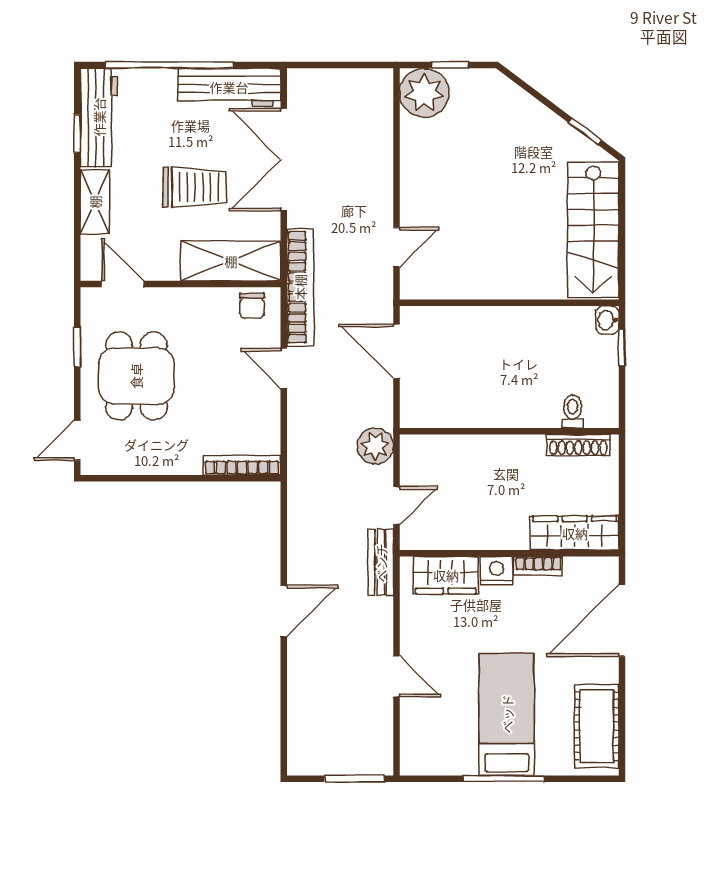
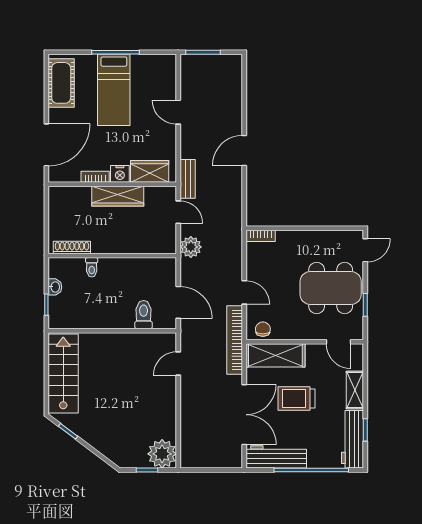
washbasin: (607, 320) -> (55, 287), moved
toilet: (456, 330) -> (144, 315), added
dining table: (136, 376) -> (331, 288), width x1.38
toilet: (573, 411) -> (92, 267), moved
bookcase: (242, 465) -> (261, 236), width x0.64
door: (397, 506) -> (178, 212), swing flipped
wardrobe: (575, 533) -> (118, 196), moved

